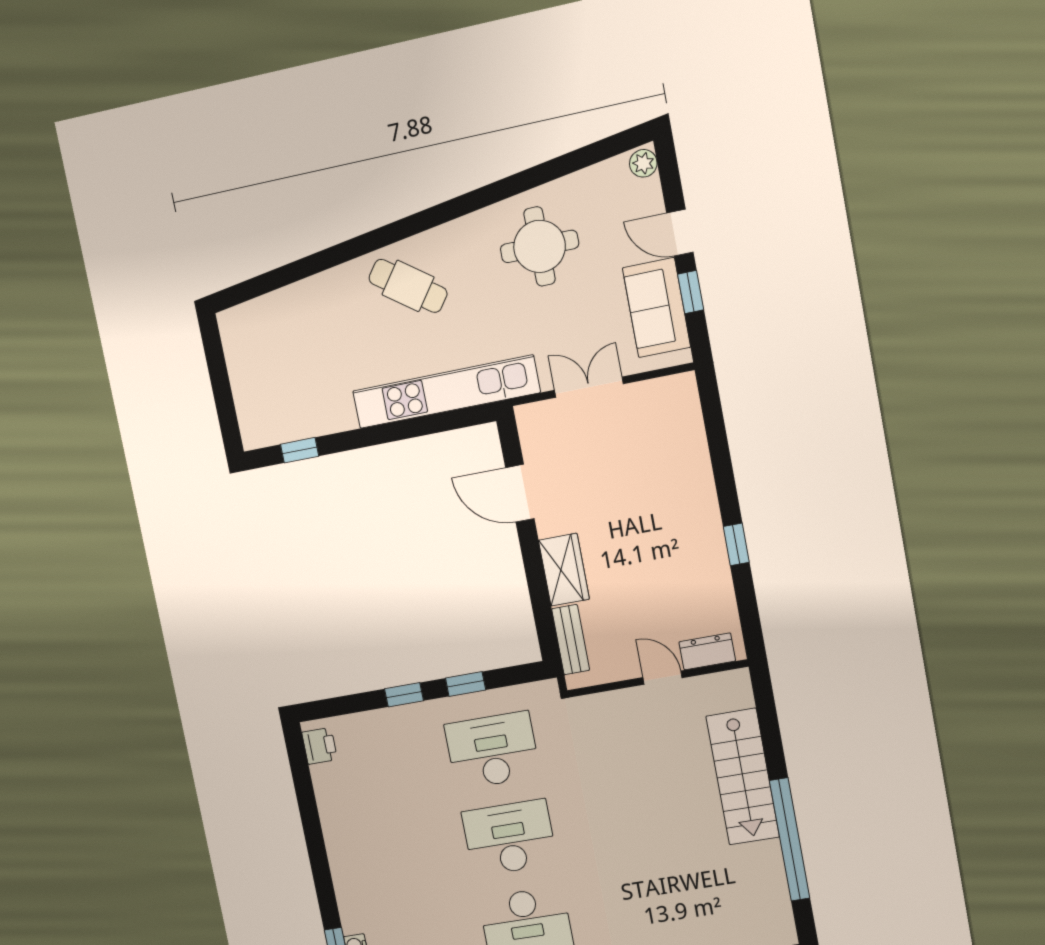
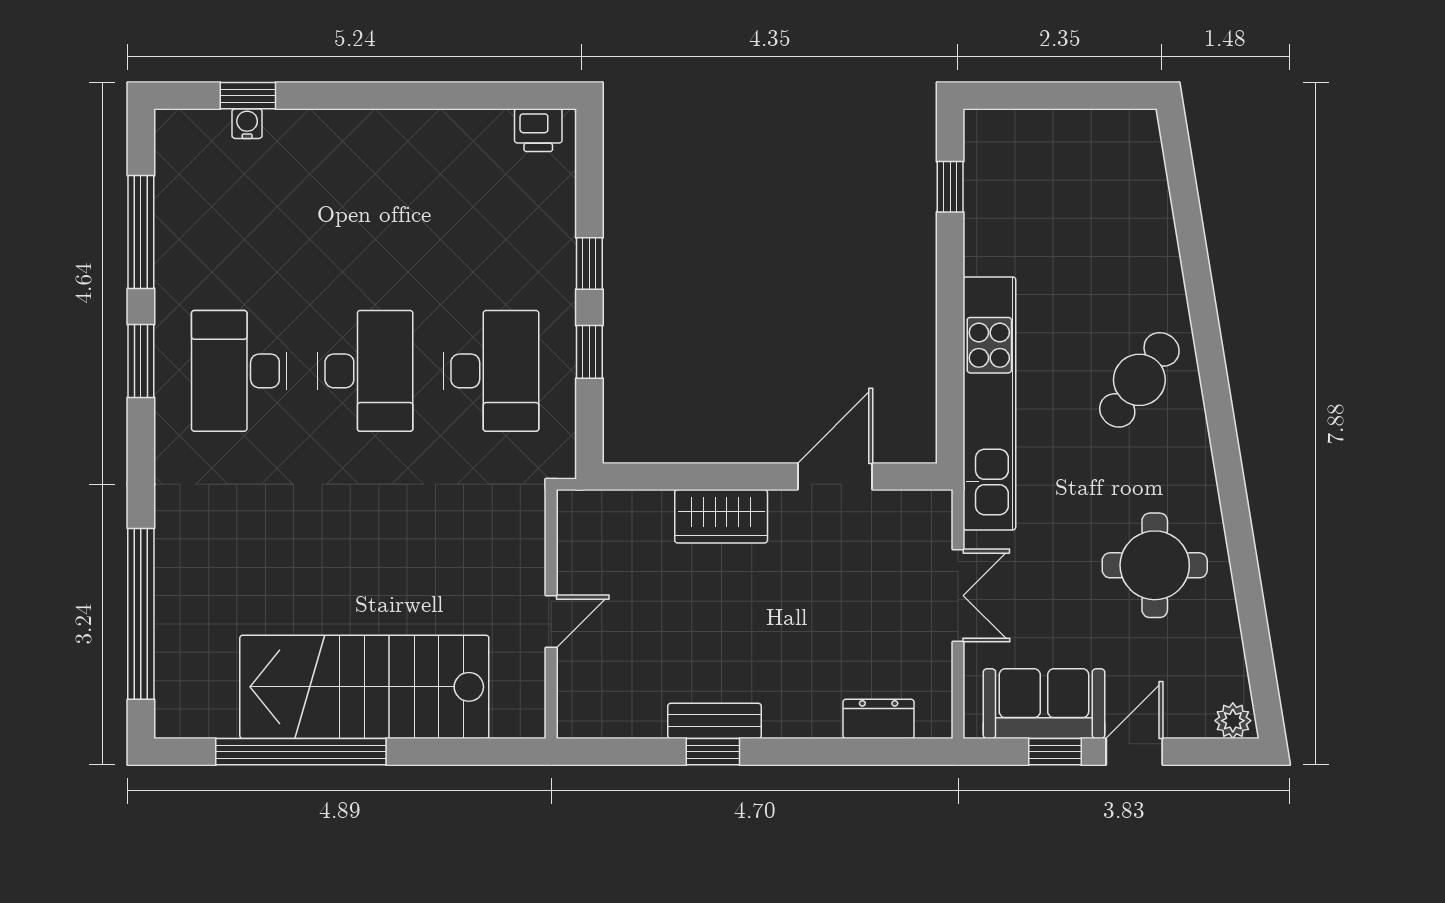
bench: (571, 640) -> (715, 721), moved
dresser: (707, 651) -> (879, 719), moved, turned -90
stairs: (743, 777) -> (364, 687), width x1.36, depth x1.51

